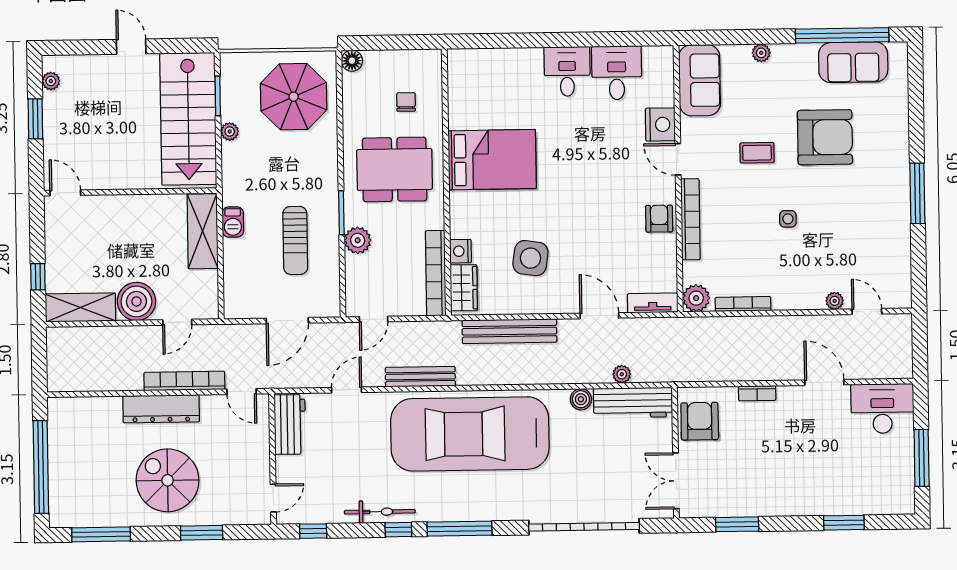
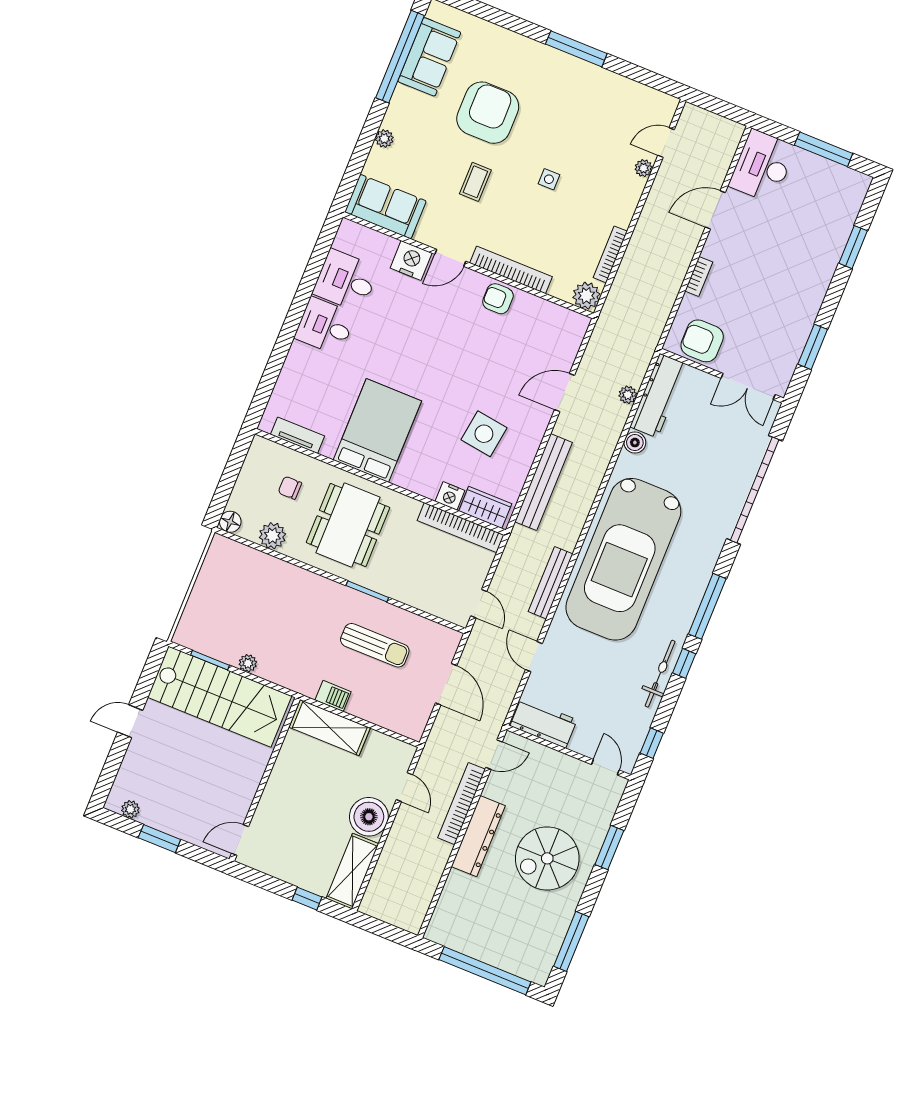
parasol: (294, 97) -> (241, 590), removed
plant: (358, 240) -> (272, 536), moved
tv unit: (653, 303) -> (297, 435), moved, turned 90

